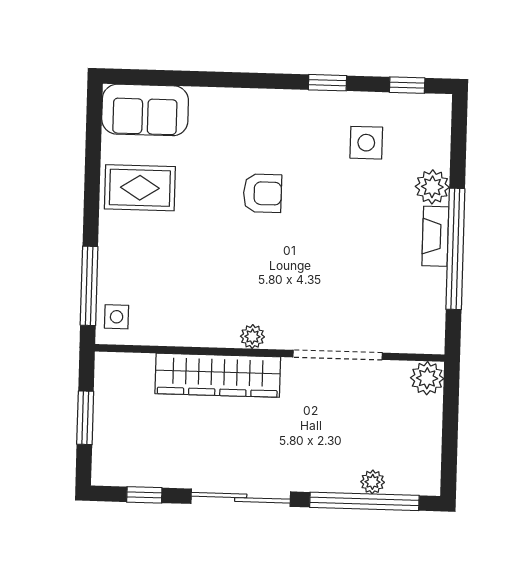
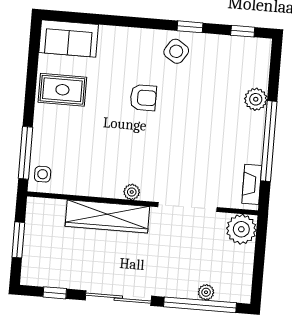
side table: (366, 143) -> (176, 51), moved, turned 33
fireplace: (435, 236) -> (252, 184), moved
plant: (427, 378) -> (241, 229), width x1.36, depth x1.36

